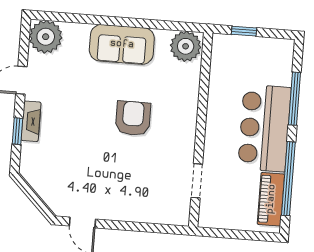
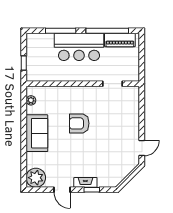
plant: (186, 46) -> (31, 100), width x0.53, depth x0.53

